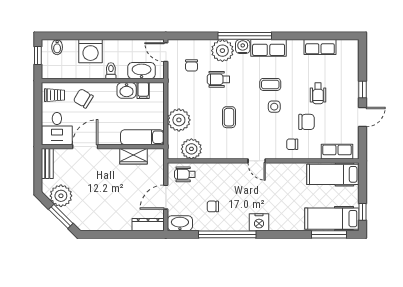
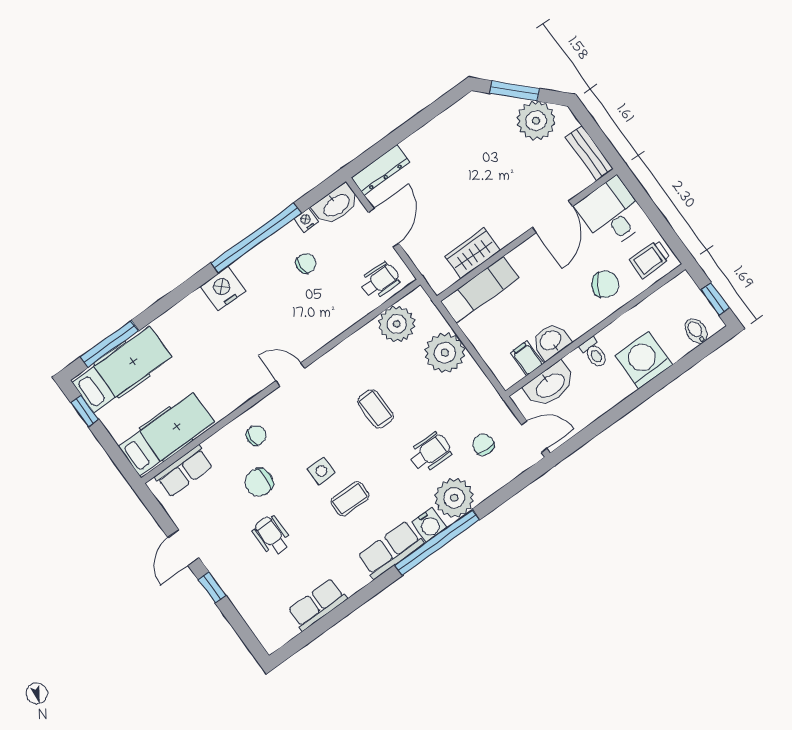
nightstand: (199, 226) -> (306, 220), added

